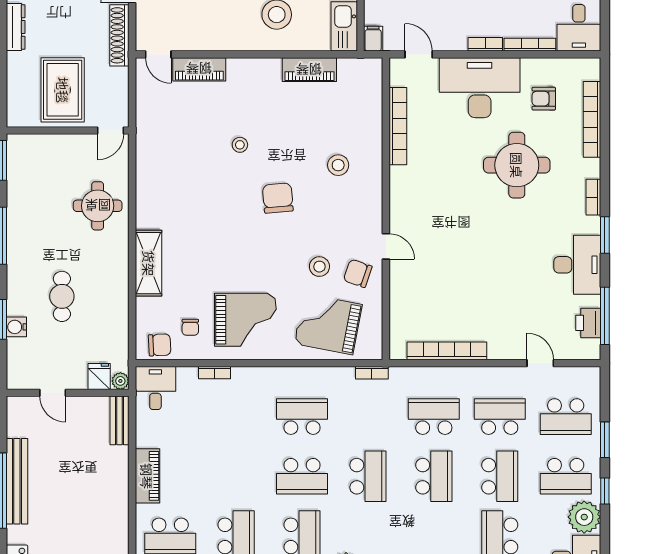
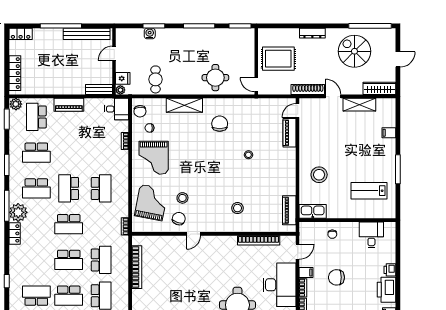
filing cabinet: (373, 39) -> (306, 273), moved
piano: (309, 70) -> (289, 210), moved
chair: (278, 198) -> (220, 124), moved, turned -85
cafe table: (62, 296) -> (156, 79), moved, turned 90
bench: (17, 481) -> (87, 34), moved

